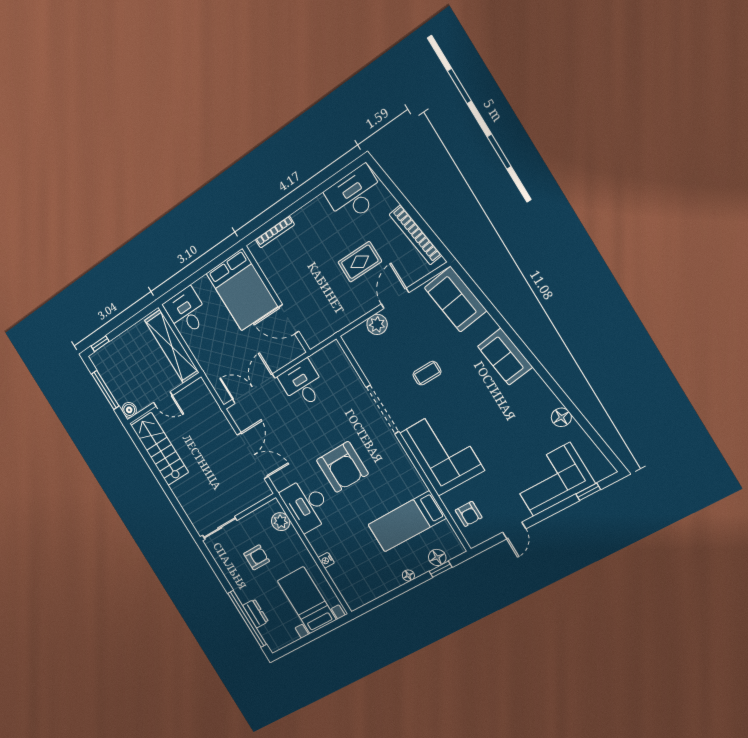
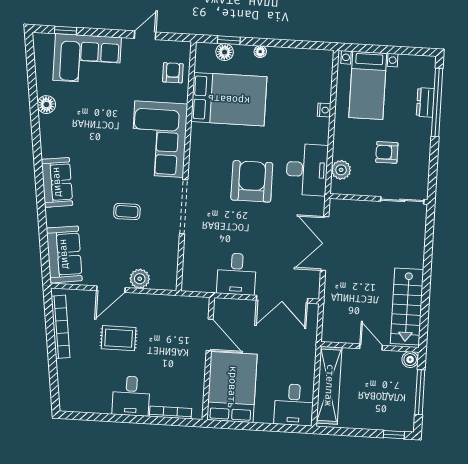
desk: (355, 194) -> (131, 396), moved, width x0.73
bed: (407, 521) -> (229, 99), width x1.50

